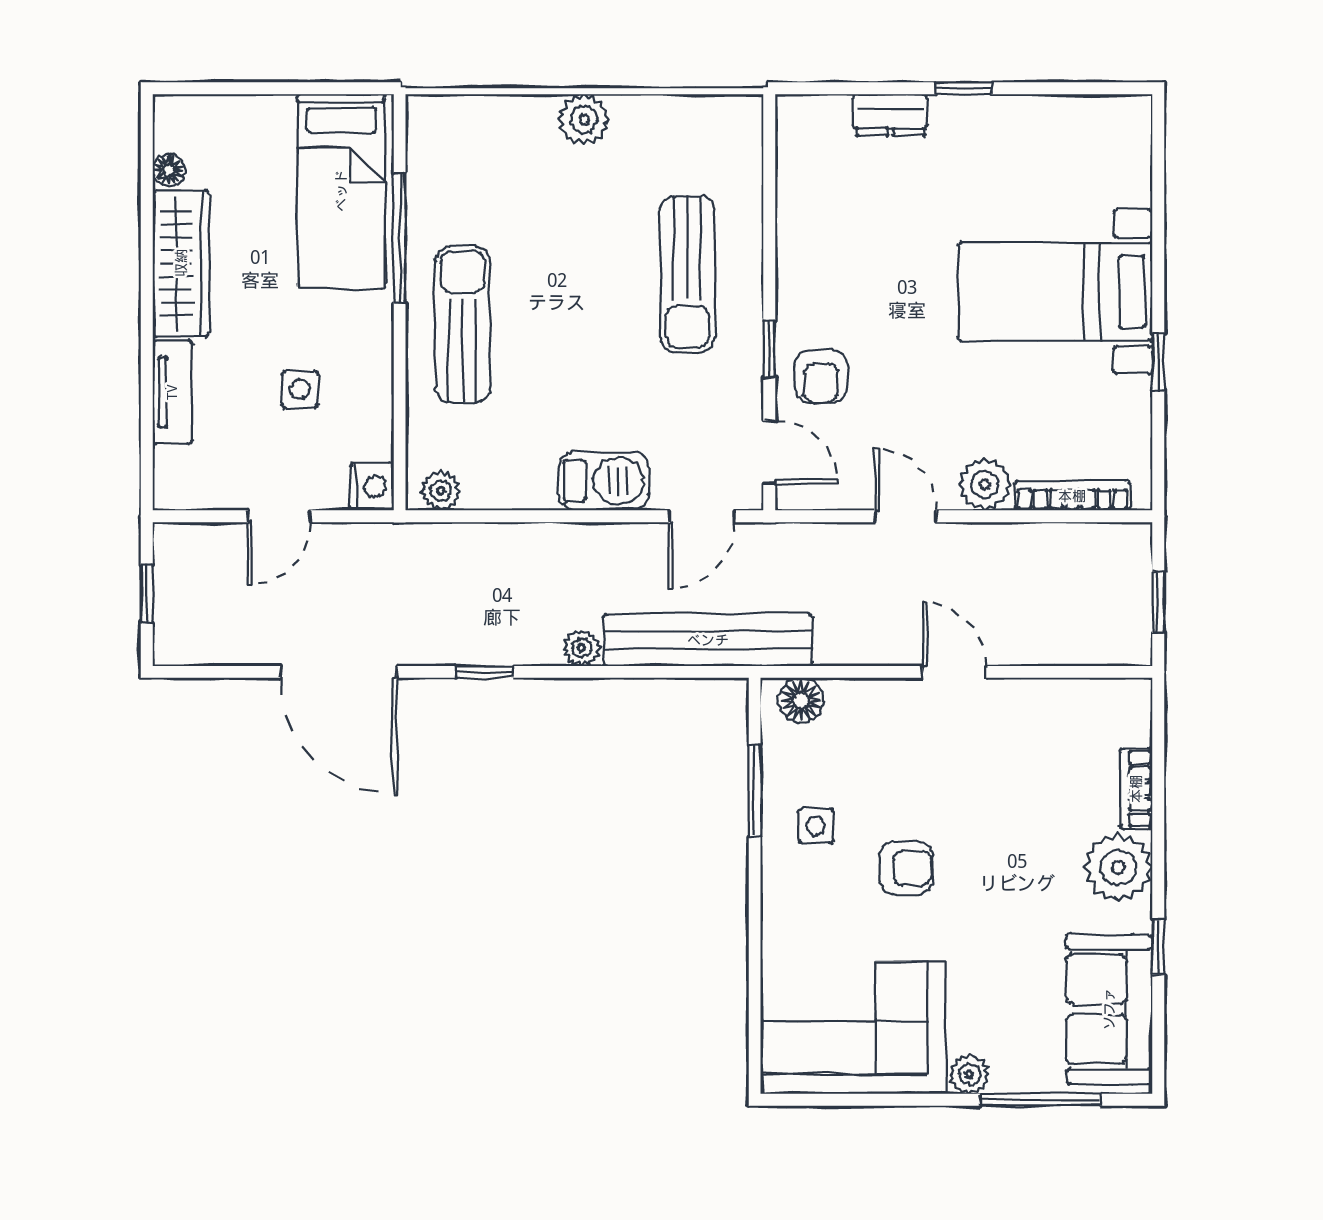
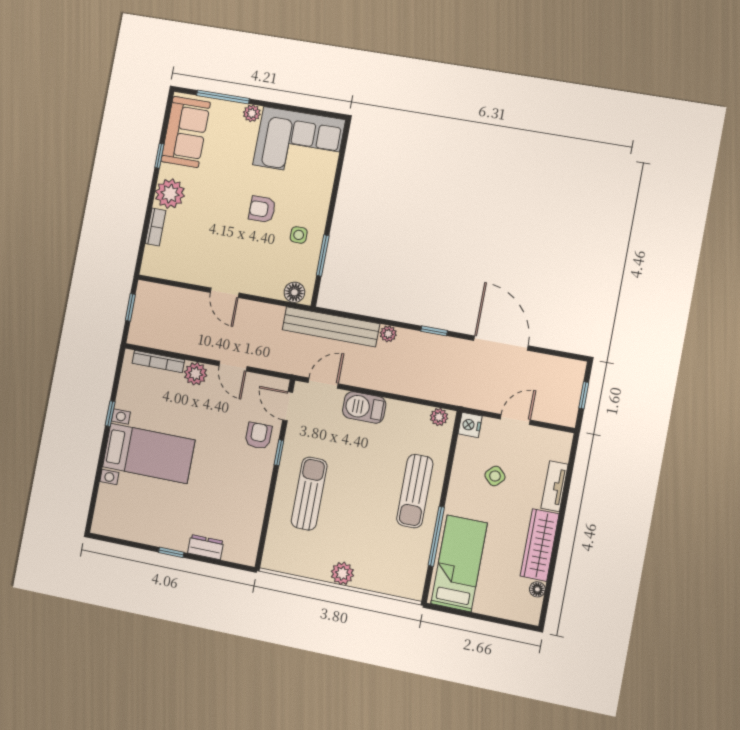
side table: (300, 389) -> (495, 476), turned 45

